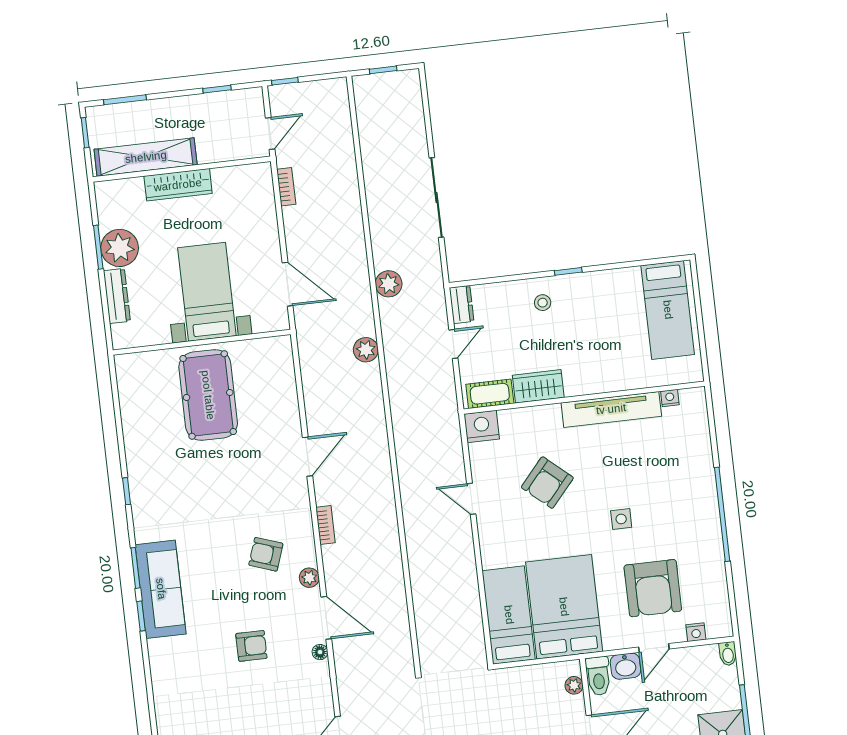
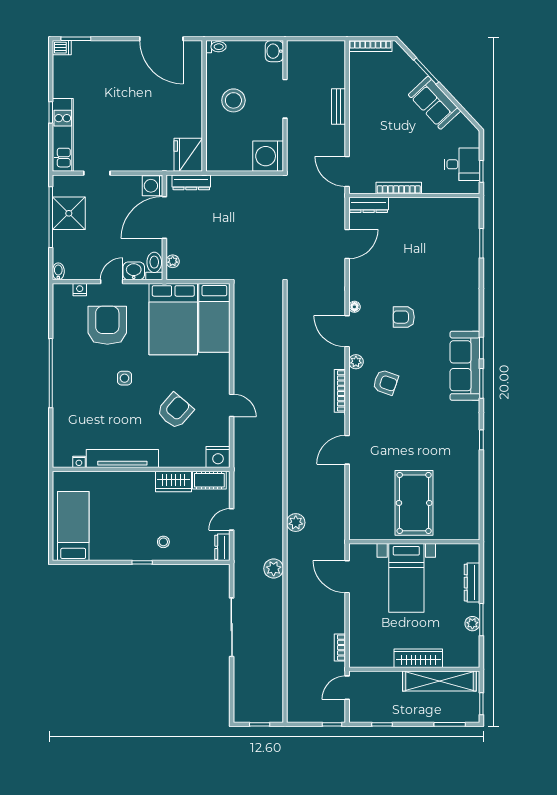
plant: (120, 248) -> (472, 624), width x0.53, depth x0.53
bookcase: (325, 525) -> (340, 391), width x1.56

